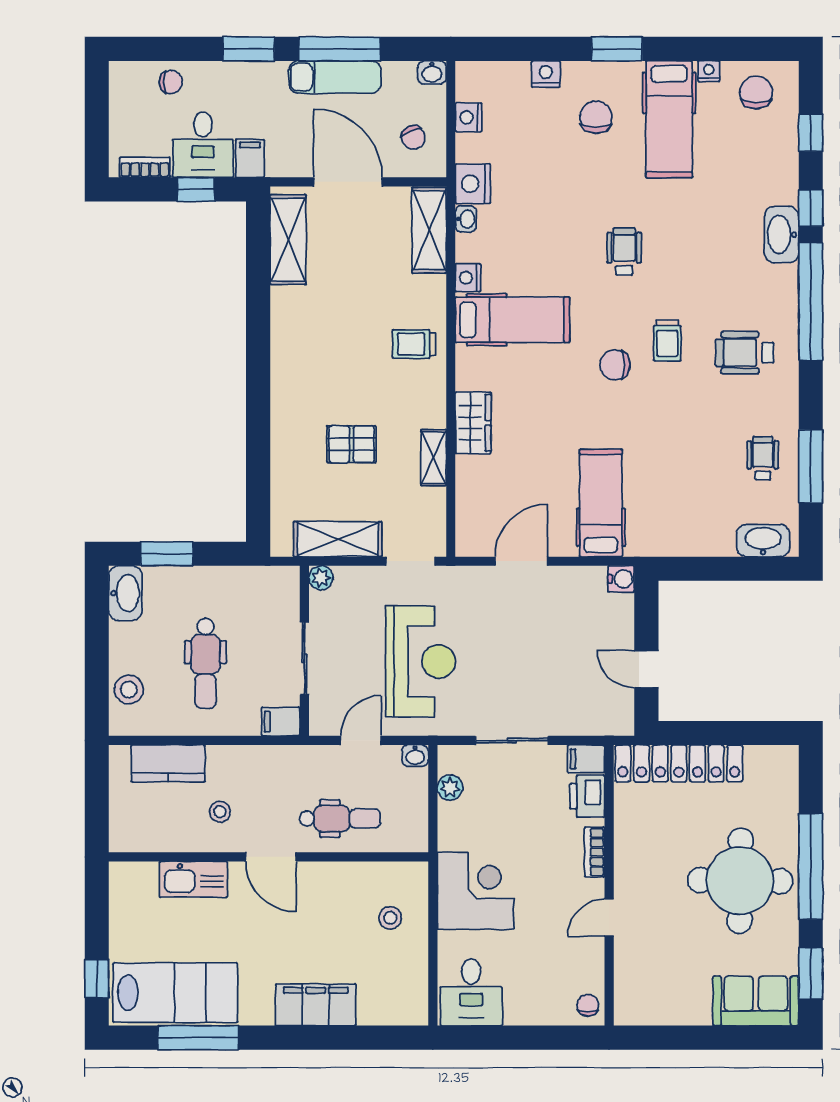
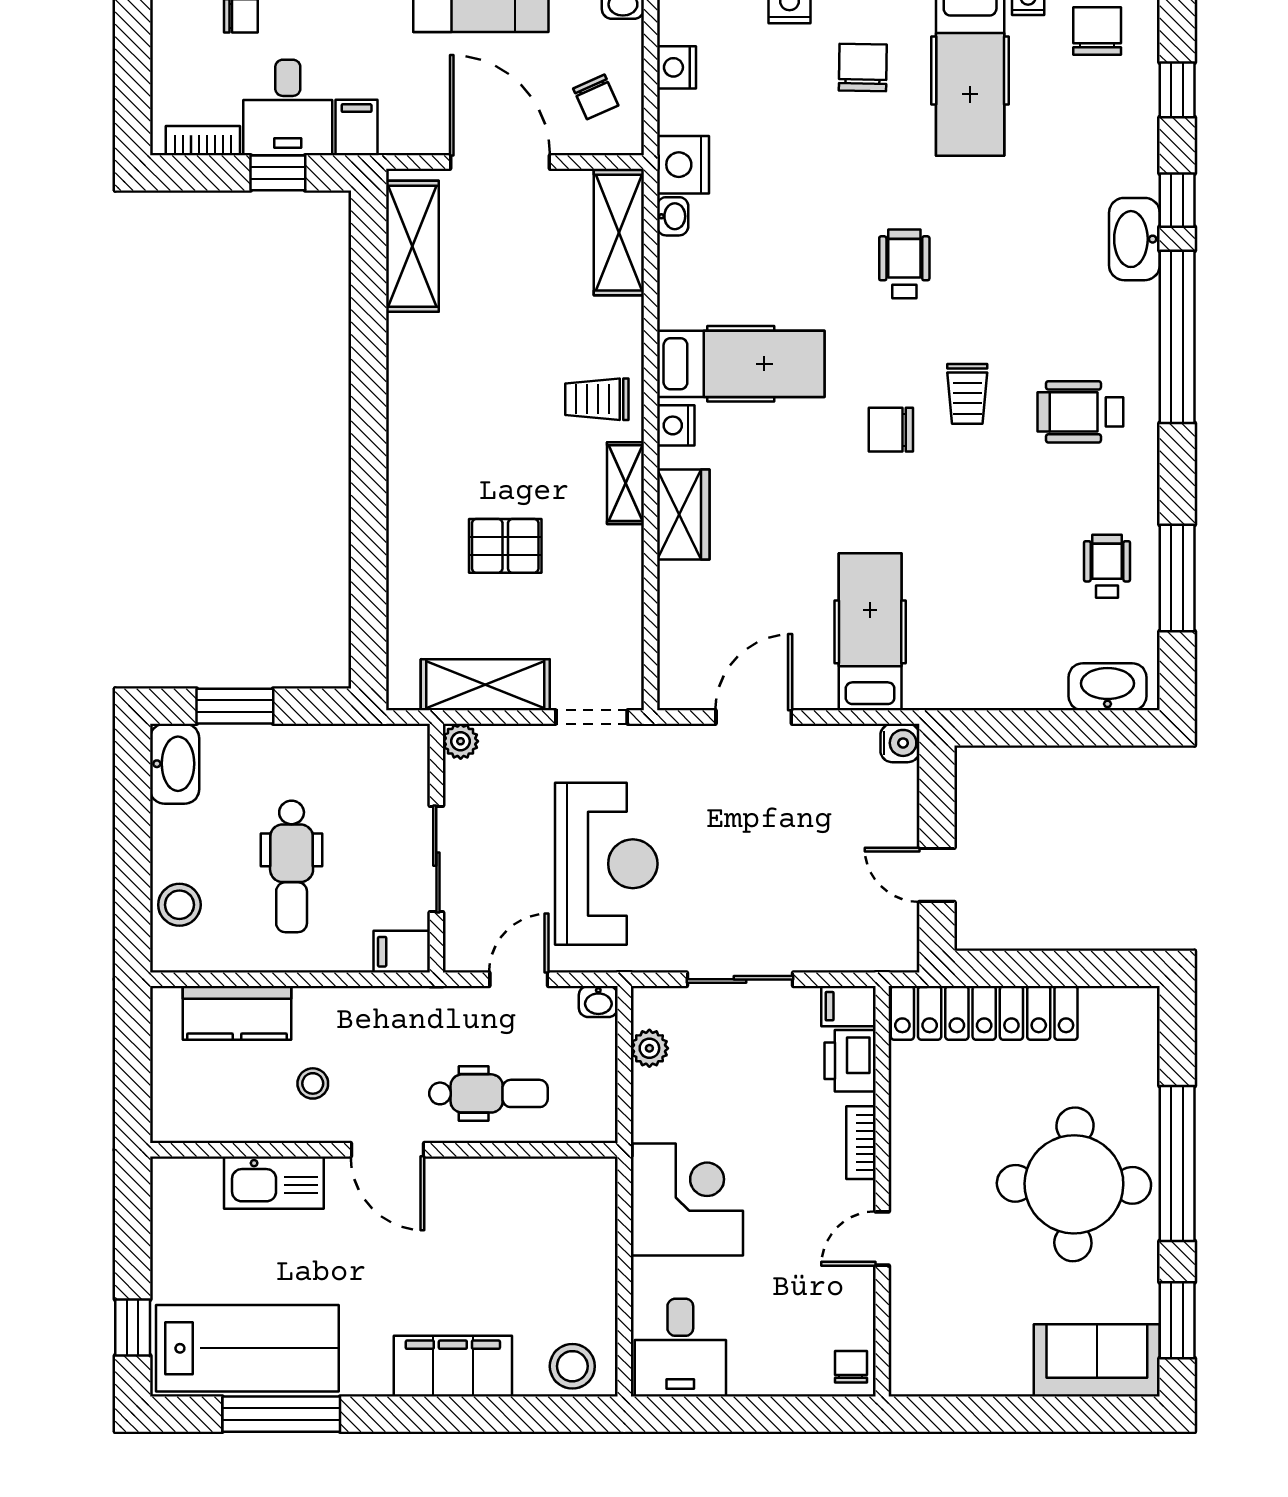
nightstand: (468, 278) -> (676, 425), moved
shelving: (434, 458) -> (625, 483), moved
stool: (390, 918) -> (572, 1366), moved, width x1.37, depth x1.37

